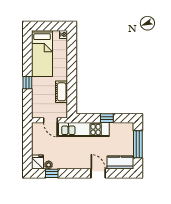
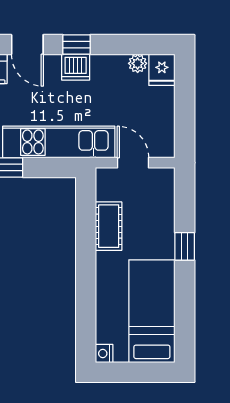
dishwasher: (76, 163) -> (76, 67), added
window: (52, 173) -> (77, 45), moved

